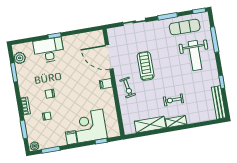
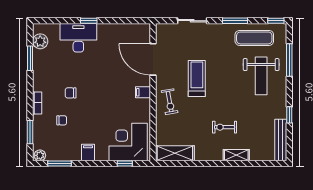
shelving: (176, 122) -> (236, 155), moved
shelving: (150, 125) -> (175, 153), moved
corner desk: (90, 126) -> (128, 142), moved

